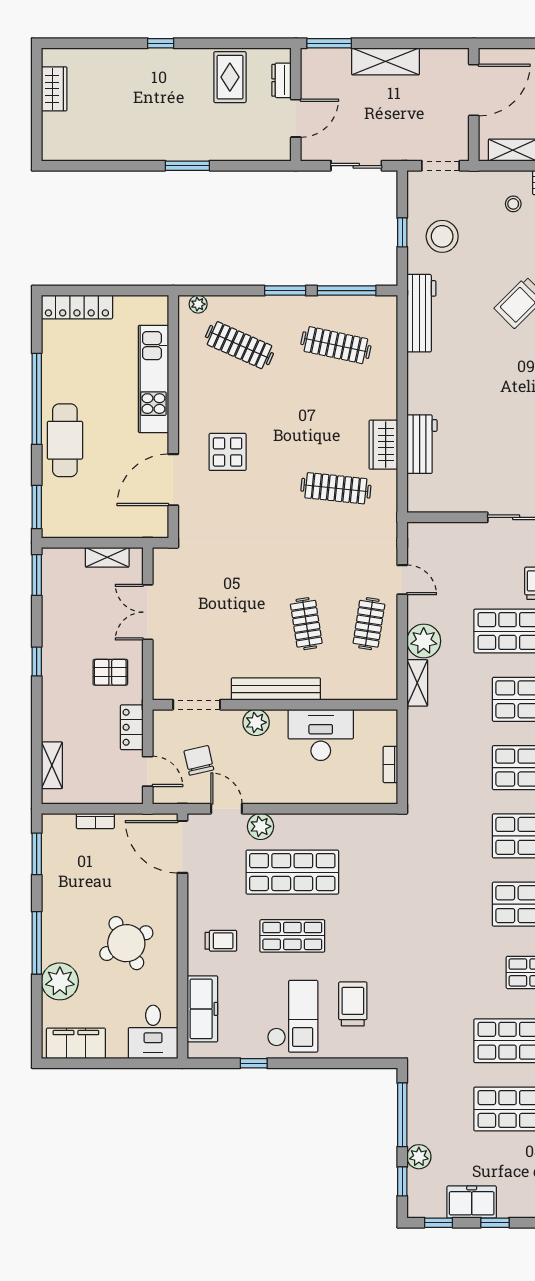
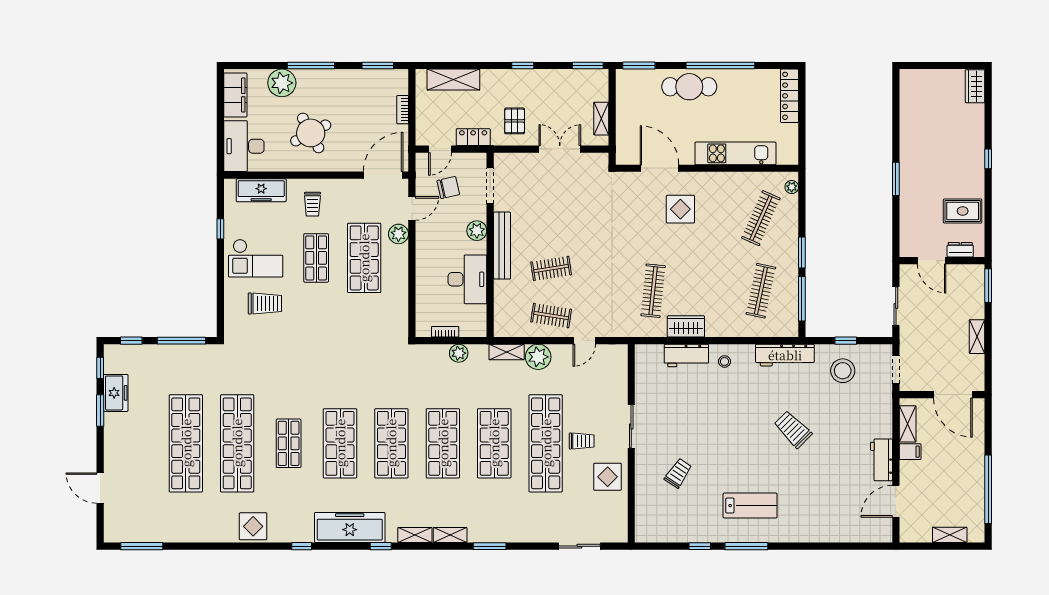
shelving: (385, 61) -> (977, 337), width x0.67, depth x0.75
wardrobe: (54, 89) -> (975, 86), moved, turned 90
stool: (513, 204) -> (724, 361), moved
shelving: (52, 765) -> (453, 80), width x1.50, depth x1.33
desk: (153, 1032) -> (244, 146), width x1.37
plant: (419, 1157) -> (459, 353), moved
window: (495, 1223) -> (100, 411), width x1.50

